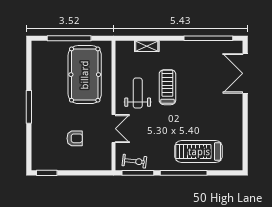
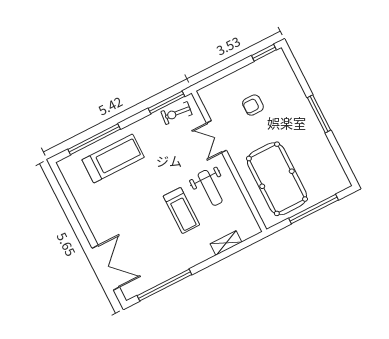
window: (184, 173) -> (94, 139), moved

